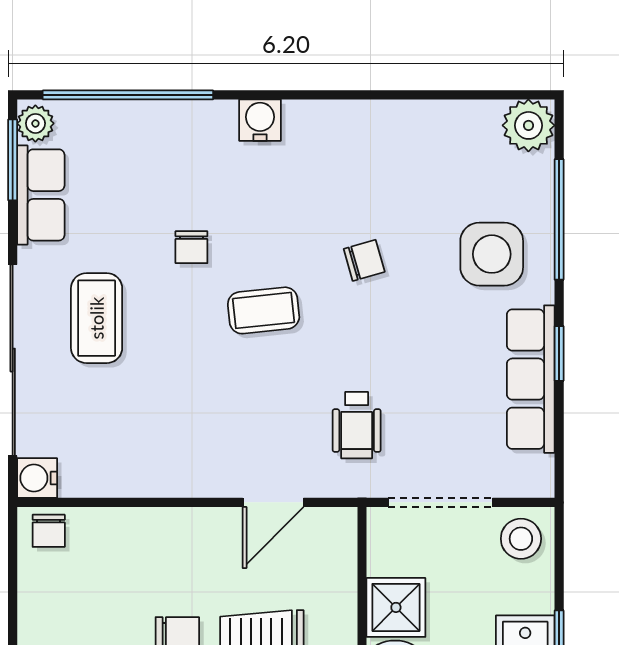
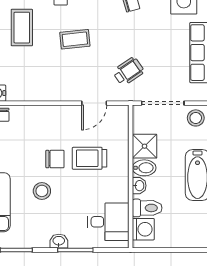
coffee table: (264, 310) -> (75, 39), moved
wheelchair: (357, 425) -> (128, 71), turned -124

